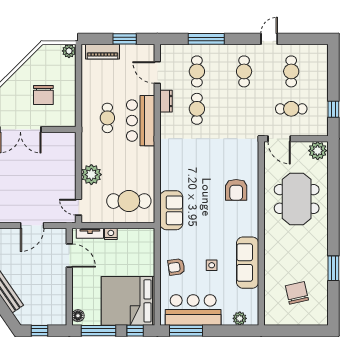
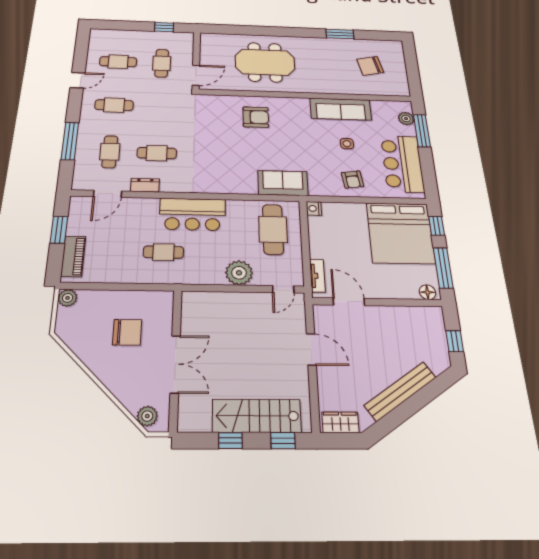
door: (269, 39) -> (78, 80), swing flipped
cafe table: (197, 71) -> (110, 152), turned 90
bar counter: (141, 121) -> (192, 214), moved
plant: (318, 151) -> (210, 42), removed
nightstand: (111, 234) -> (314, 208), moved
door: (69, 256) -> (349, 302), hinge flipped
window: (186, 331) -> (422, 131), moved

